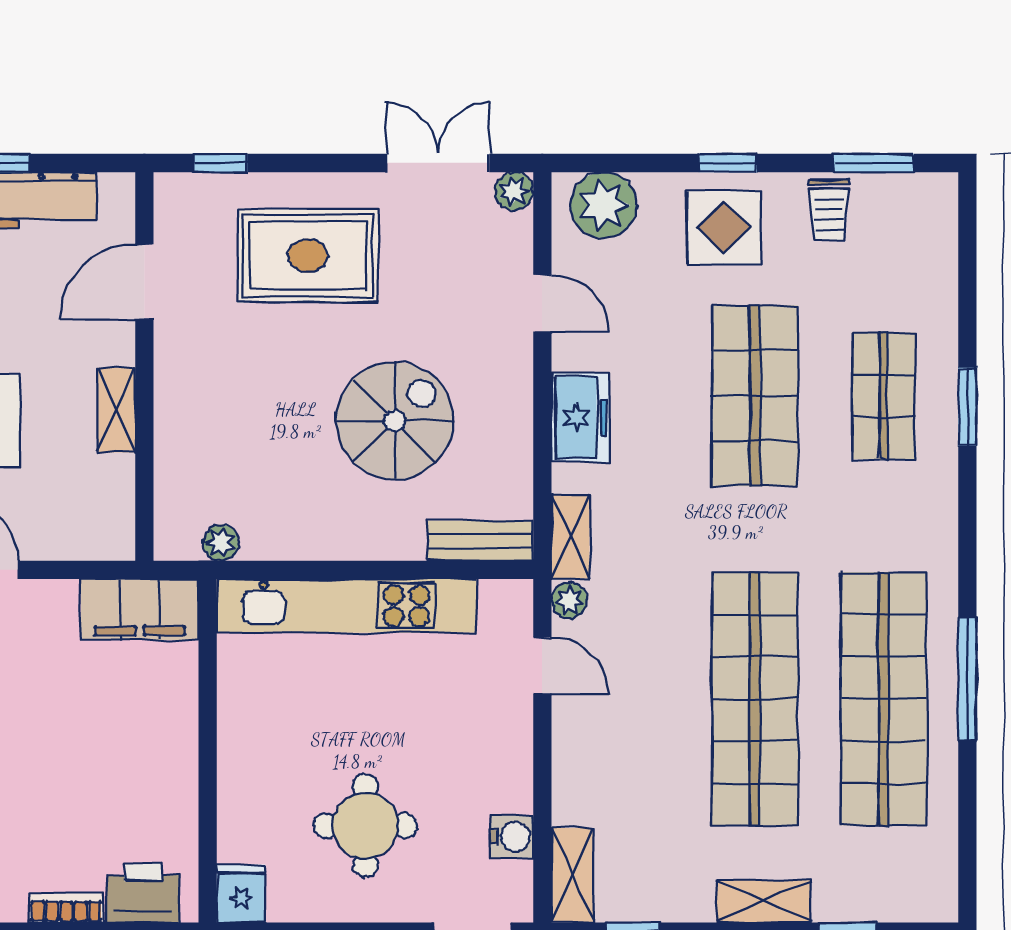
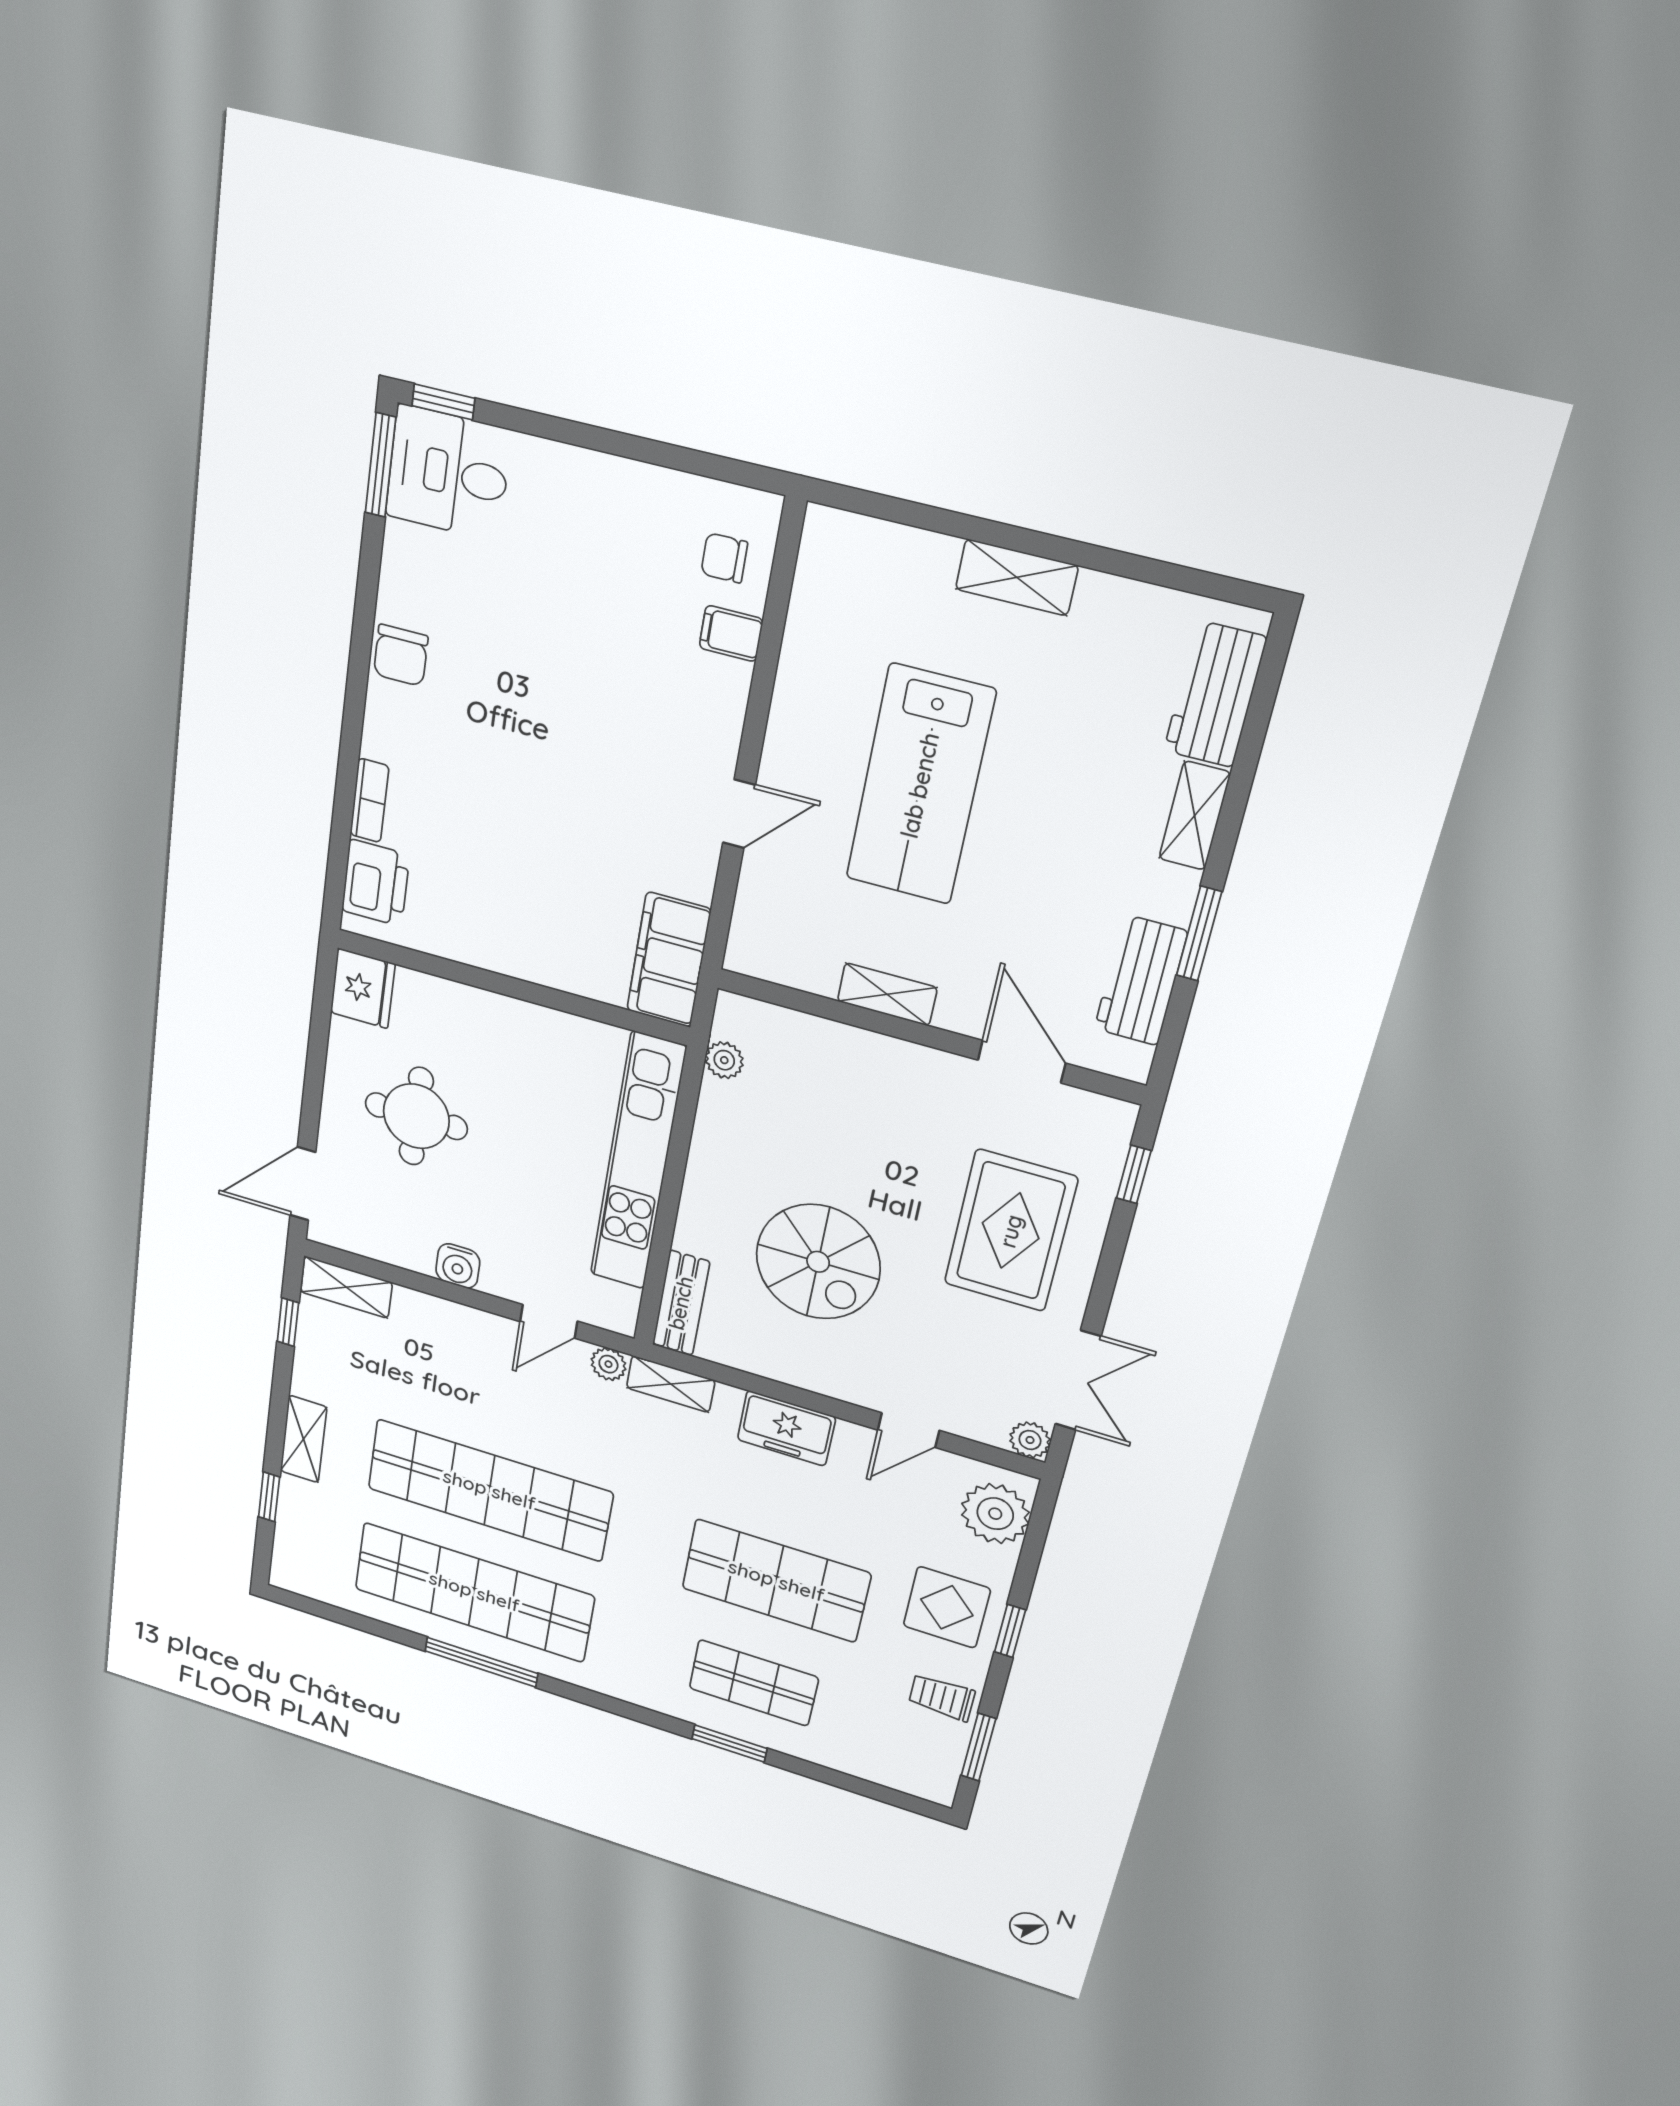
water cooler: (512, 837) -> (458, 1266), moved
fridge: (241, 894) -> (363, 988), width x1.38

